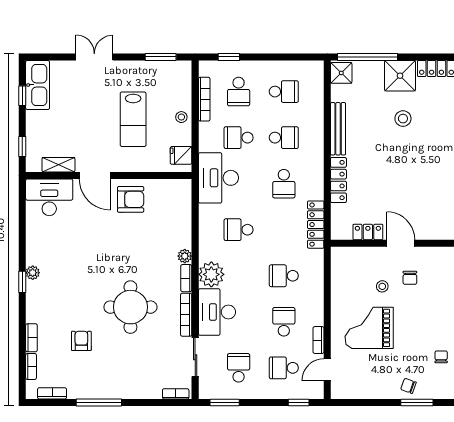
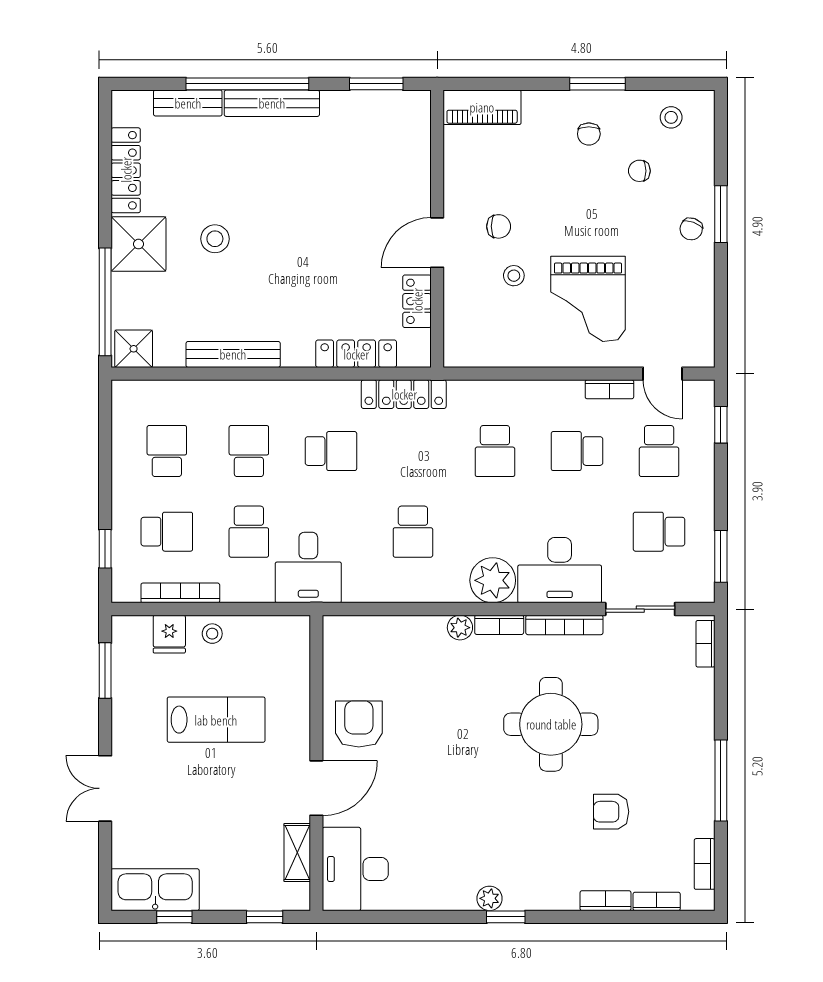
fridge: (181, 155) -> (169, 634), moved
desk: (218, 178) -> (308, 568), width x0.73
locker: (338, 180) -> (356, 354), moved

